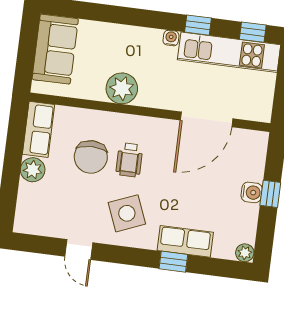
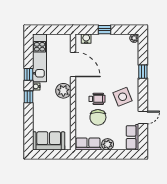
window: (253, 32) -> (29, 97), moved
plant: (122, 88) -> (63, 91), moved
chair: (91, 157) -> (98, 117), turned 90
water cooler: (252, 192) -> (86, 39), moved
row of seats: (185, 241) -> (132, 137), moved

